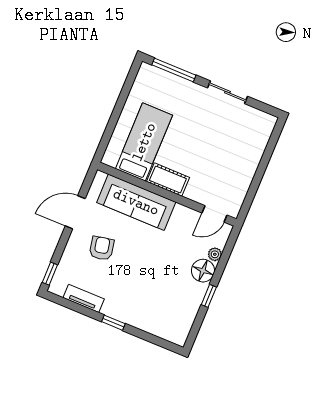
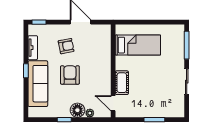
window: (264, 163) -> (154, 120), added
cot: (168, 180) -> (122, 83), moved
sofa: (136, 202) -> (38, 84), moved, turned 180
armchair: (147, 260) -> (70, 75), added

